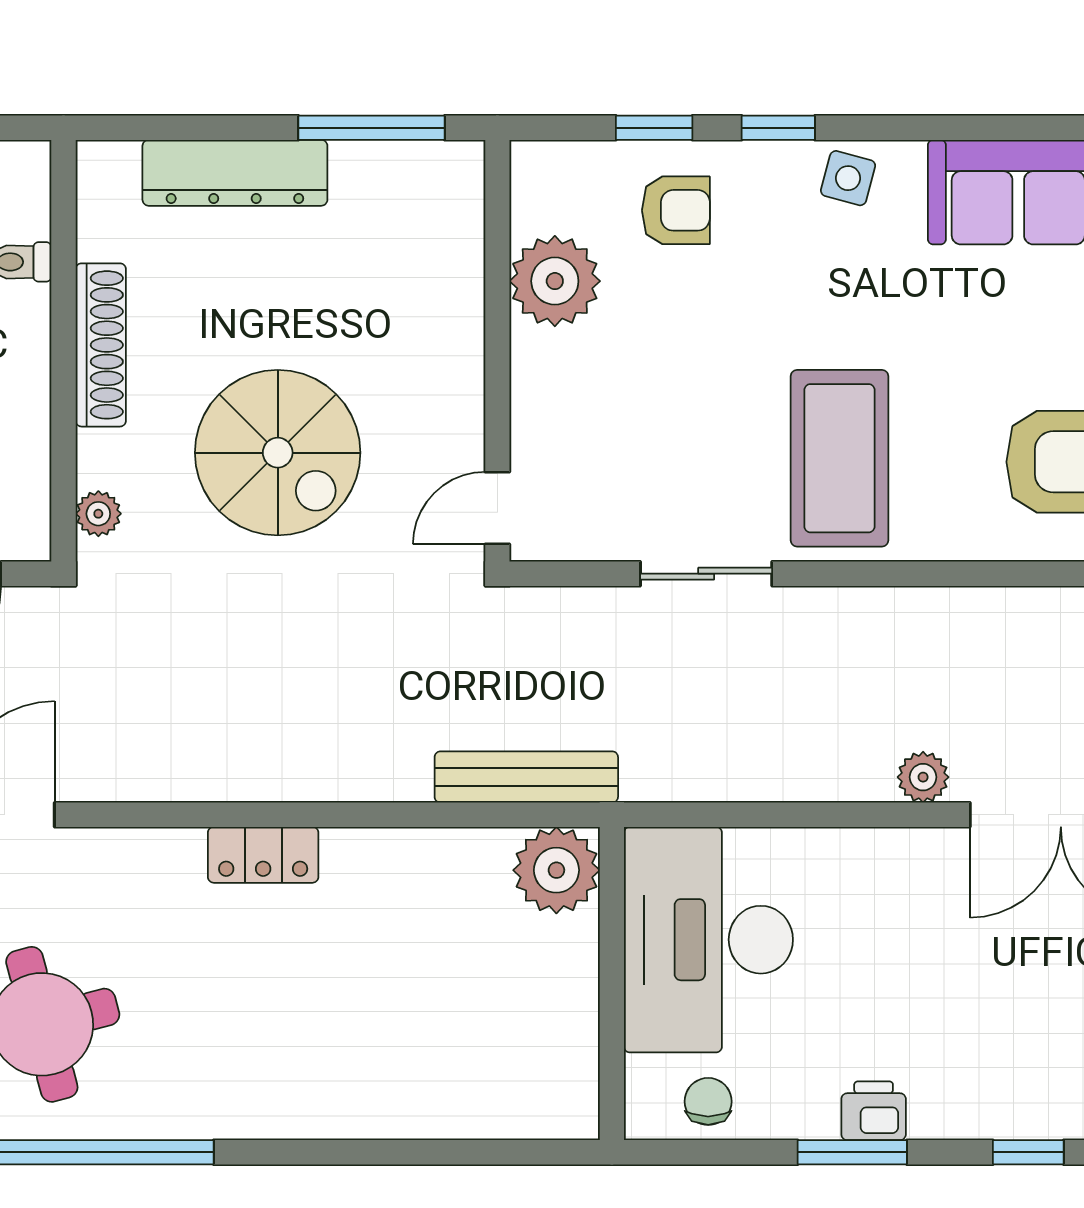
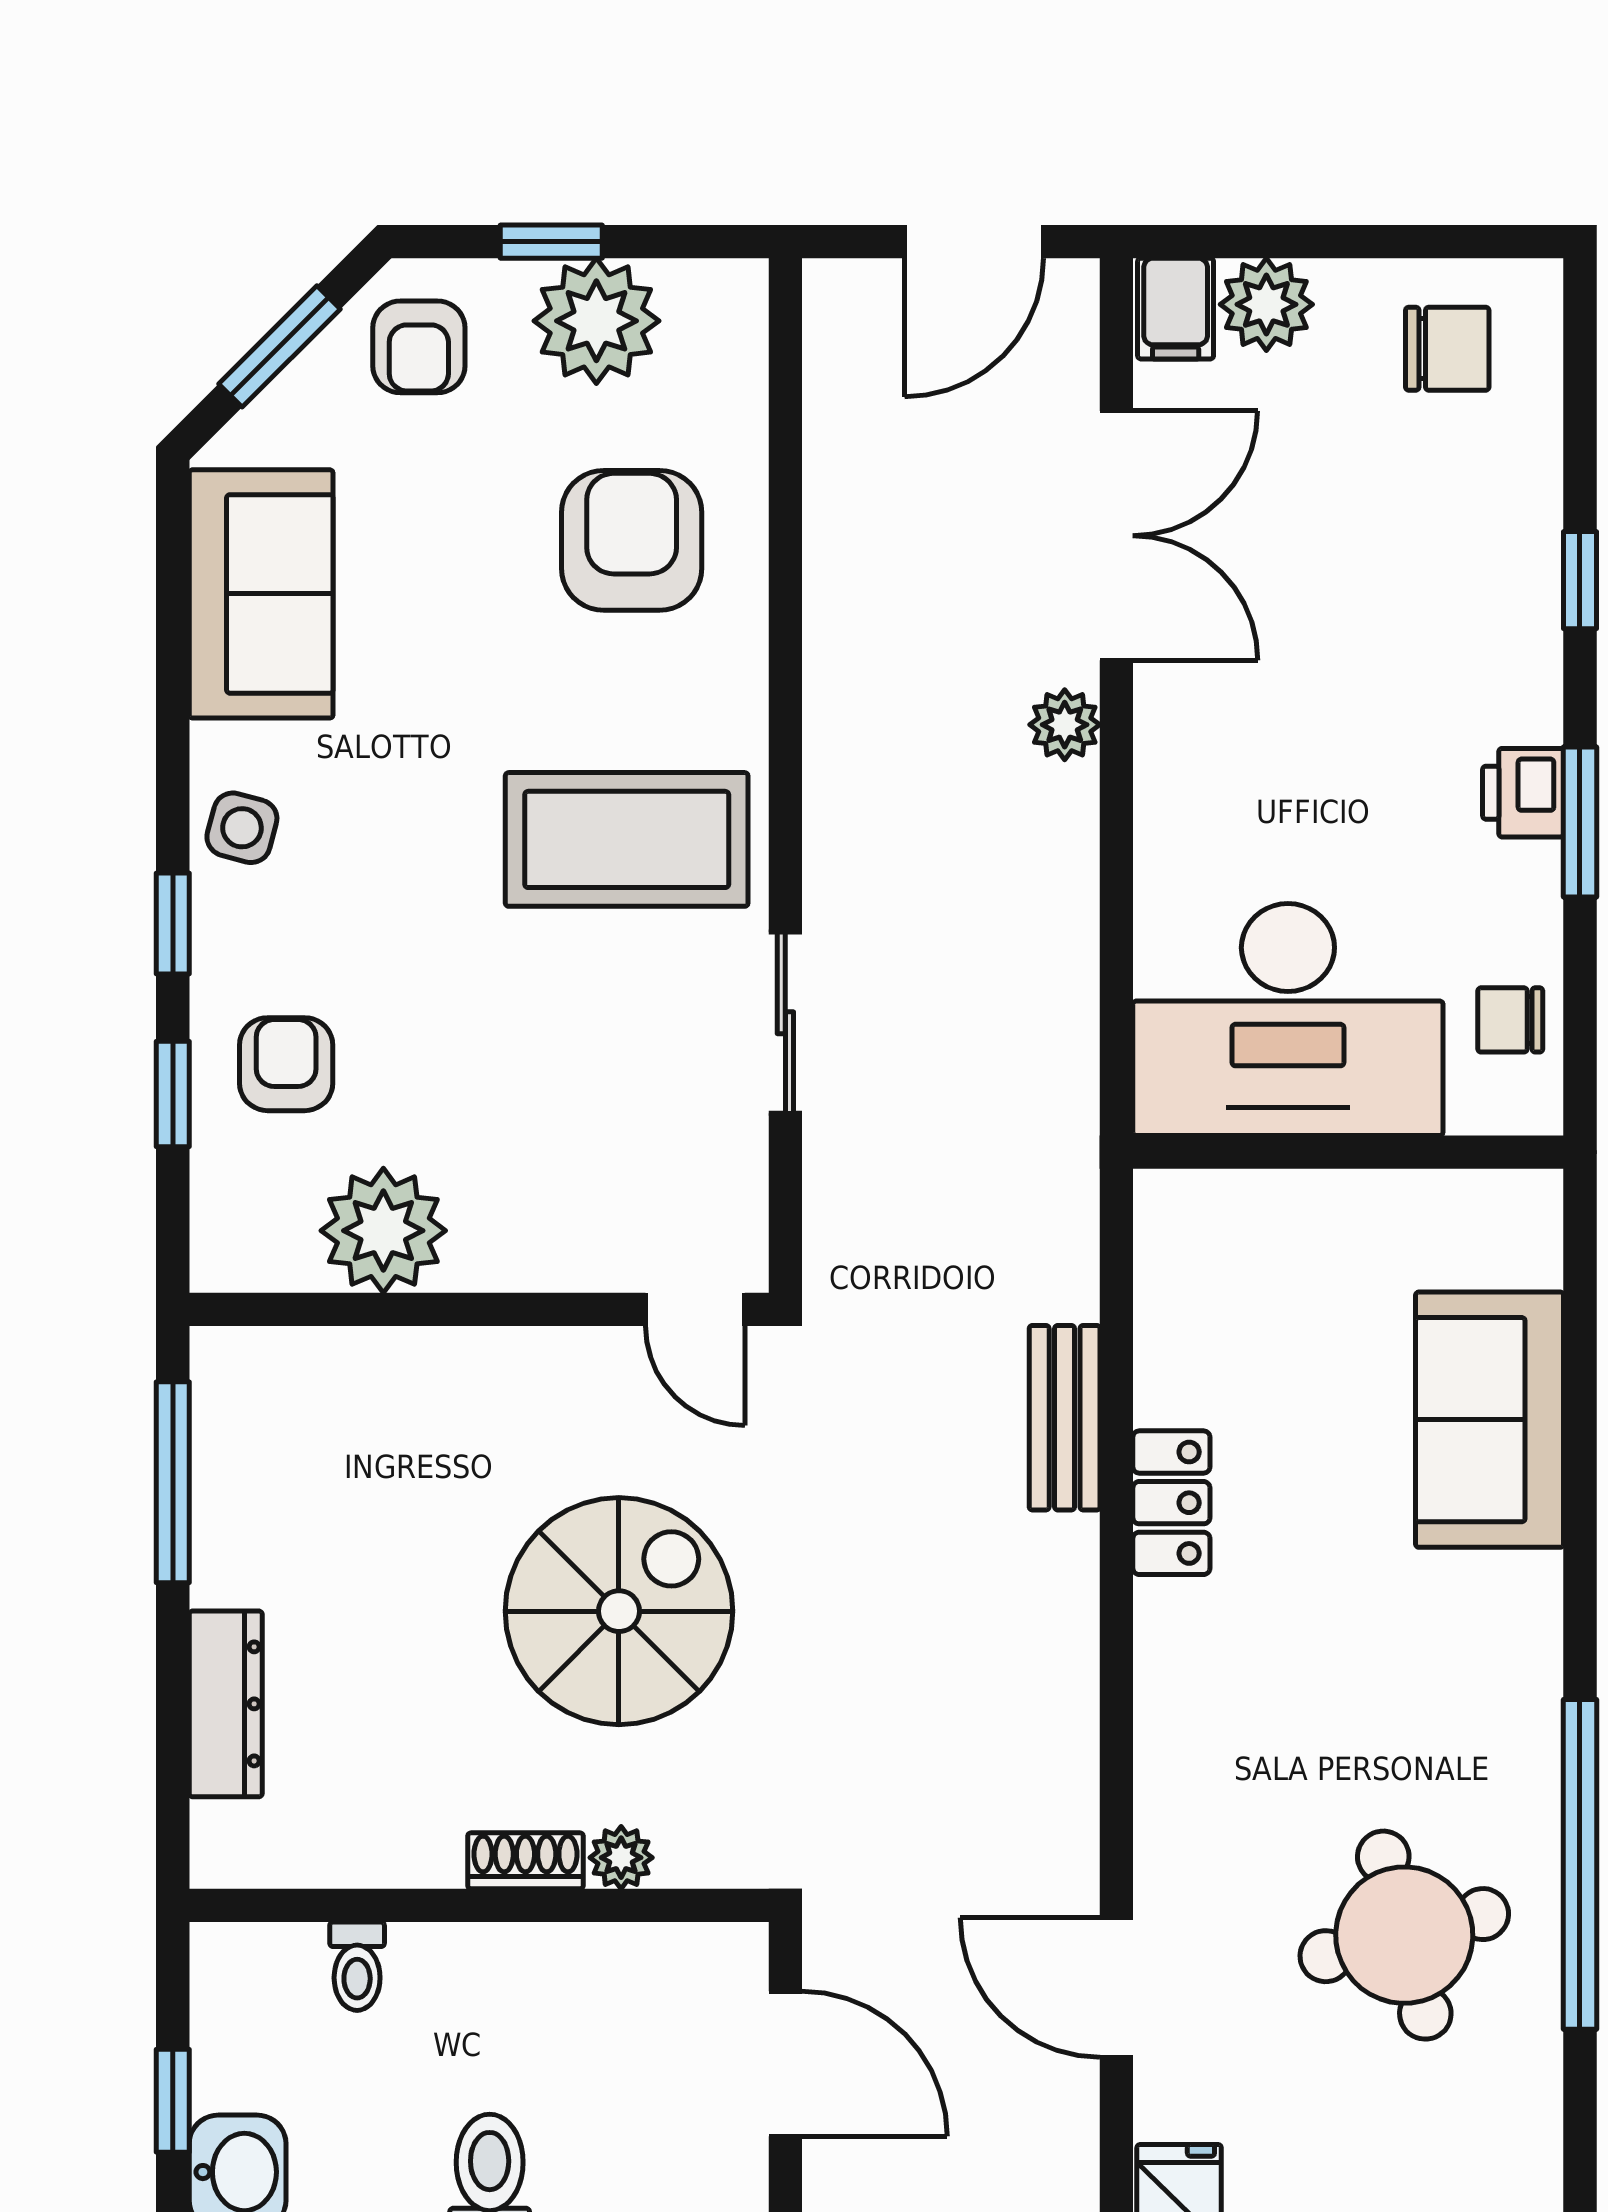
dresser: (235, 173) -> (226, 1704), width x0.73, depth x0.80
shoe rack: (101, 345) -> (525, 1861), width x0.51, depth x0.81
plant: (98, 514) -> (621, 1858), moved
bench: (526, 777) -> (1065, 1418), moved, width x0.73
locker: (263, 855) -> (1171, 1503), moved
plant: (556, 870) -> (1193, 1228), removed
sofa: (417, 1086) -> (1490, 1420), added

